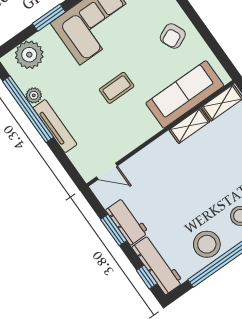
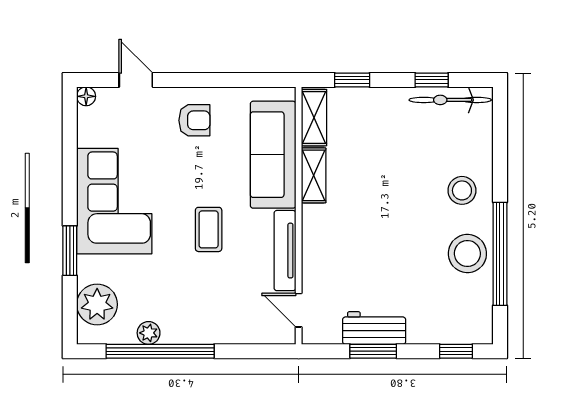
armchair: (173, 36) -> (194, 120), turned -66
tv unit: (55, 126) -> (285, 251), moved, turned -90
door: (107, 171) -> (299, 310), swing flipped
workbench: (158, 265) -> (450, 328), removed

